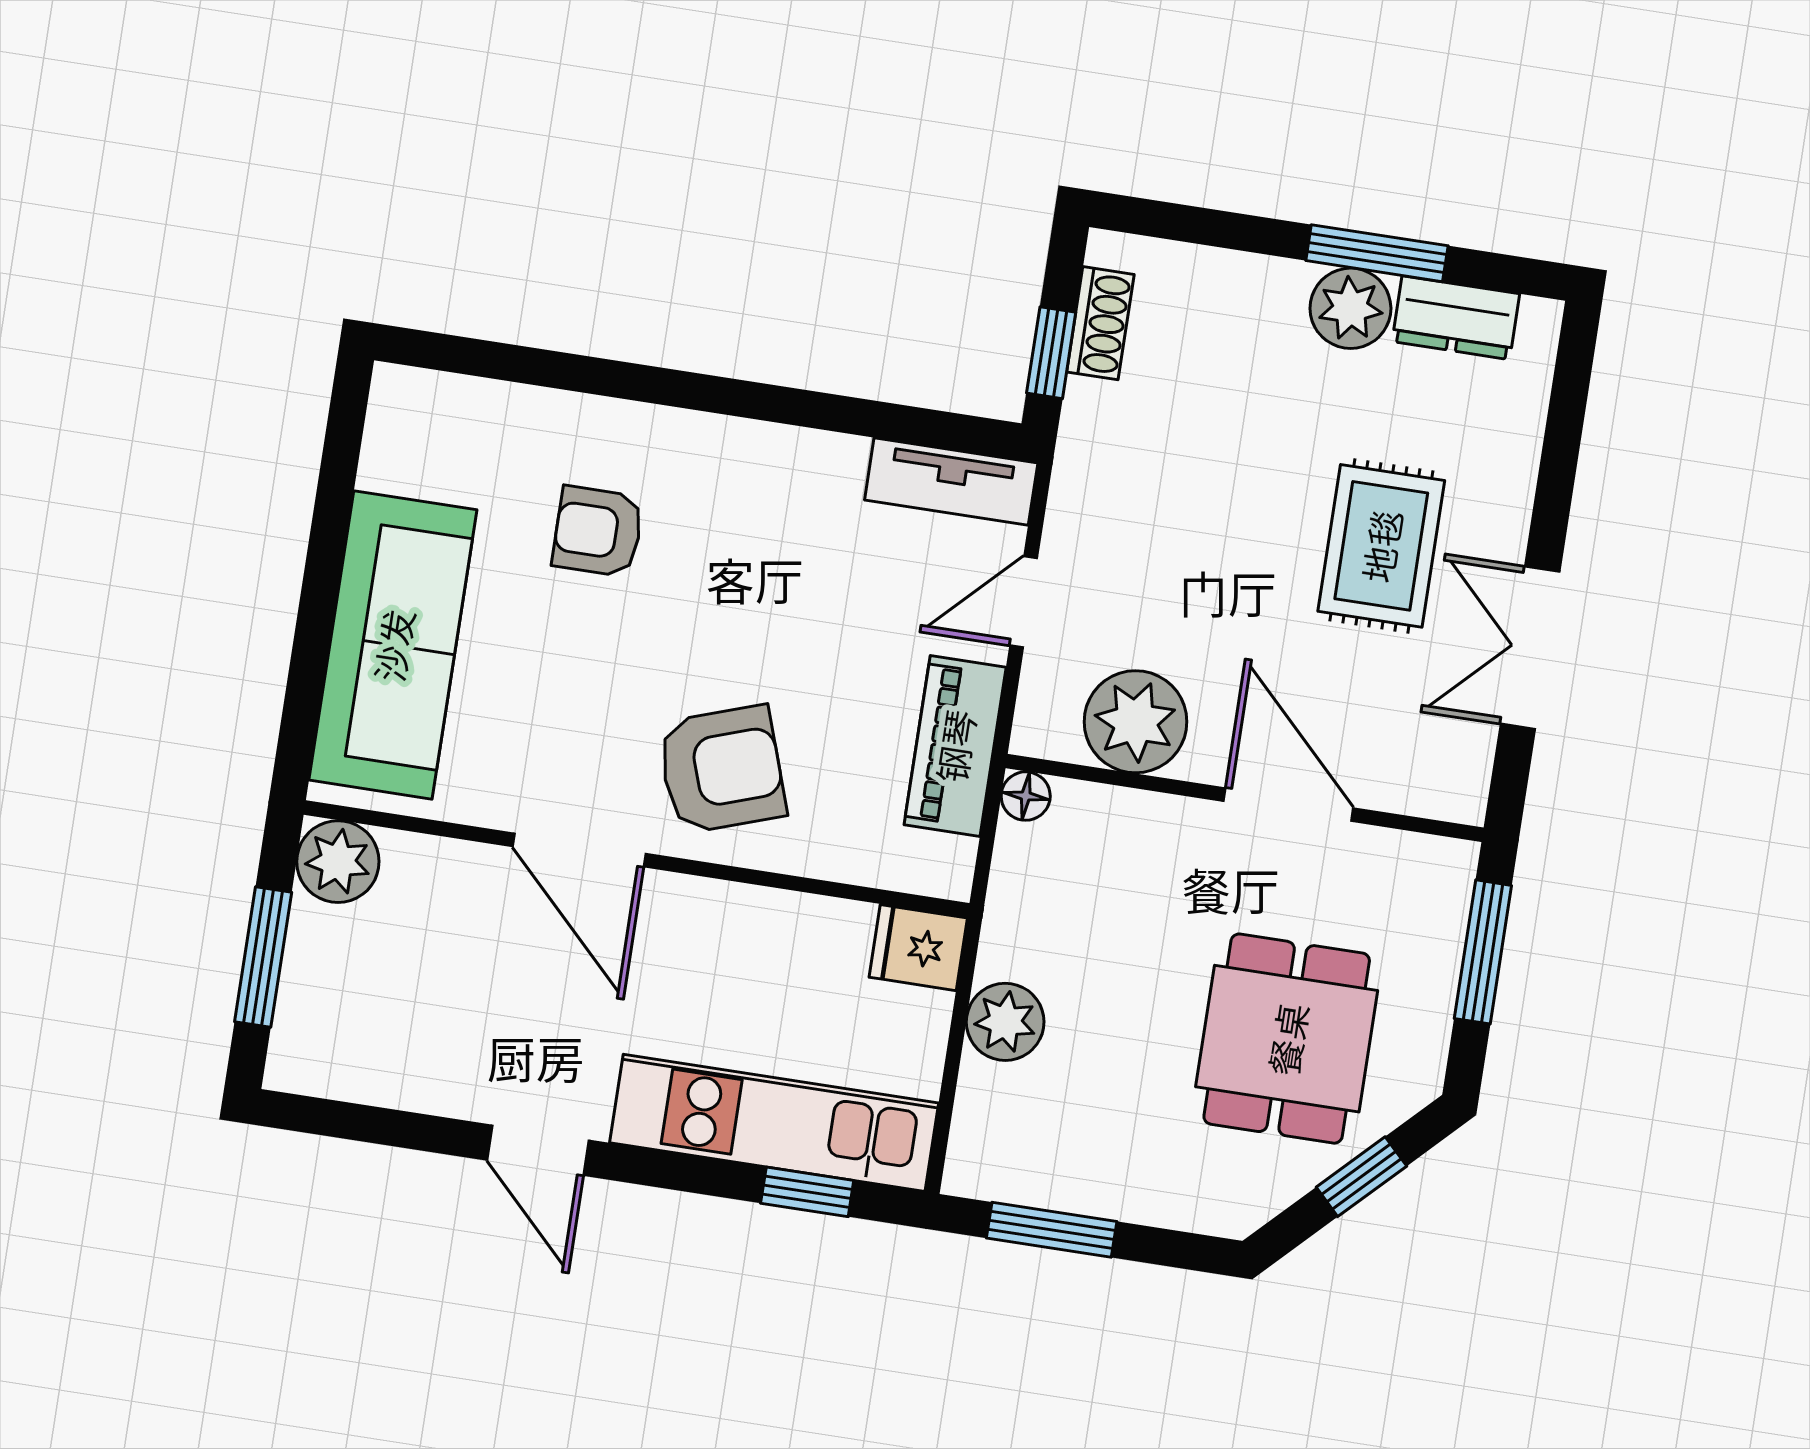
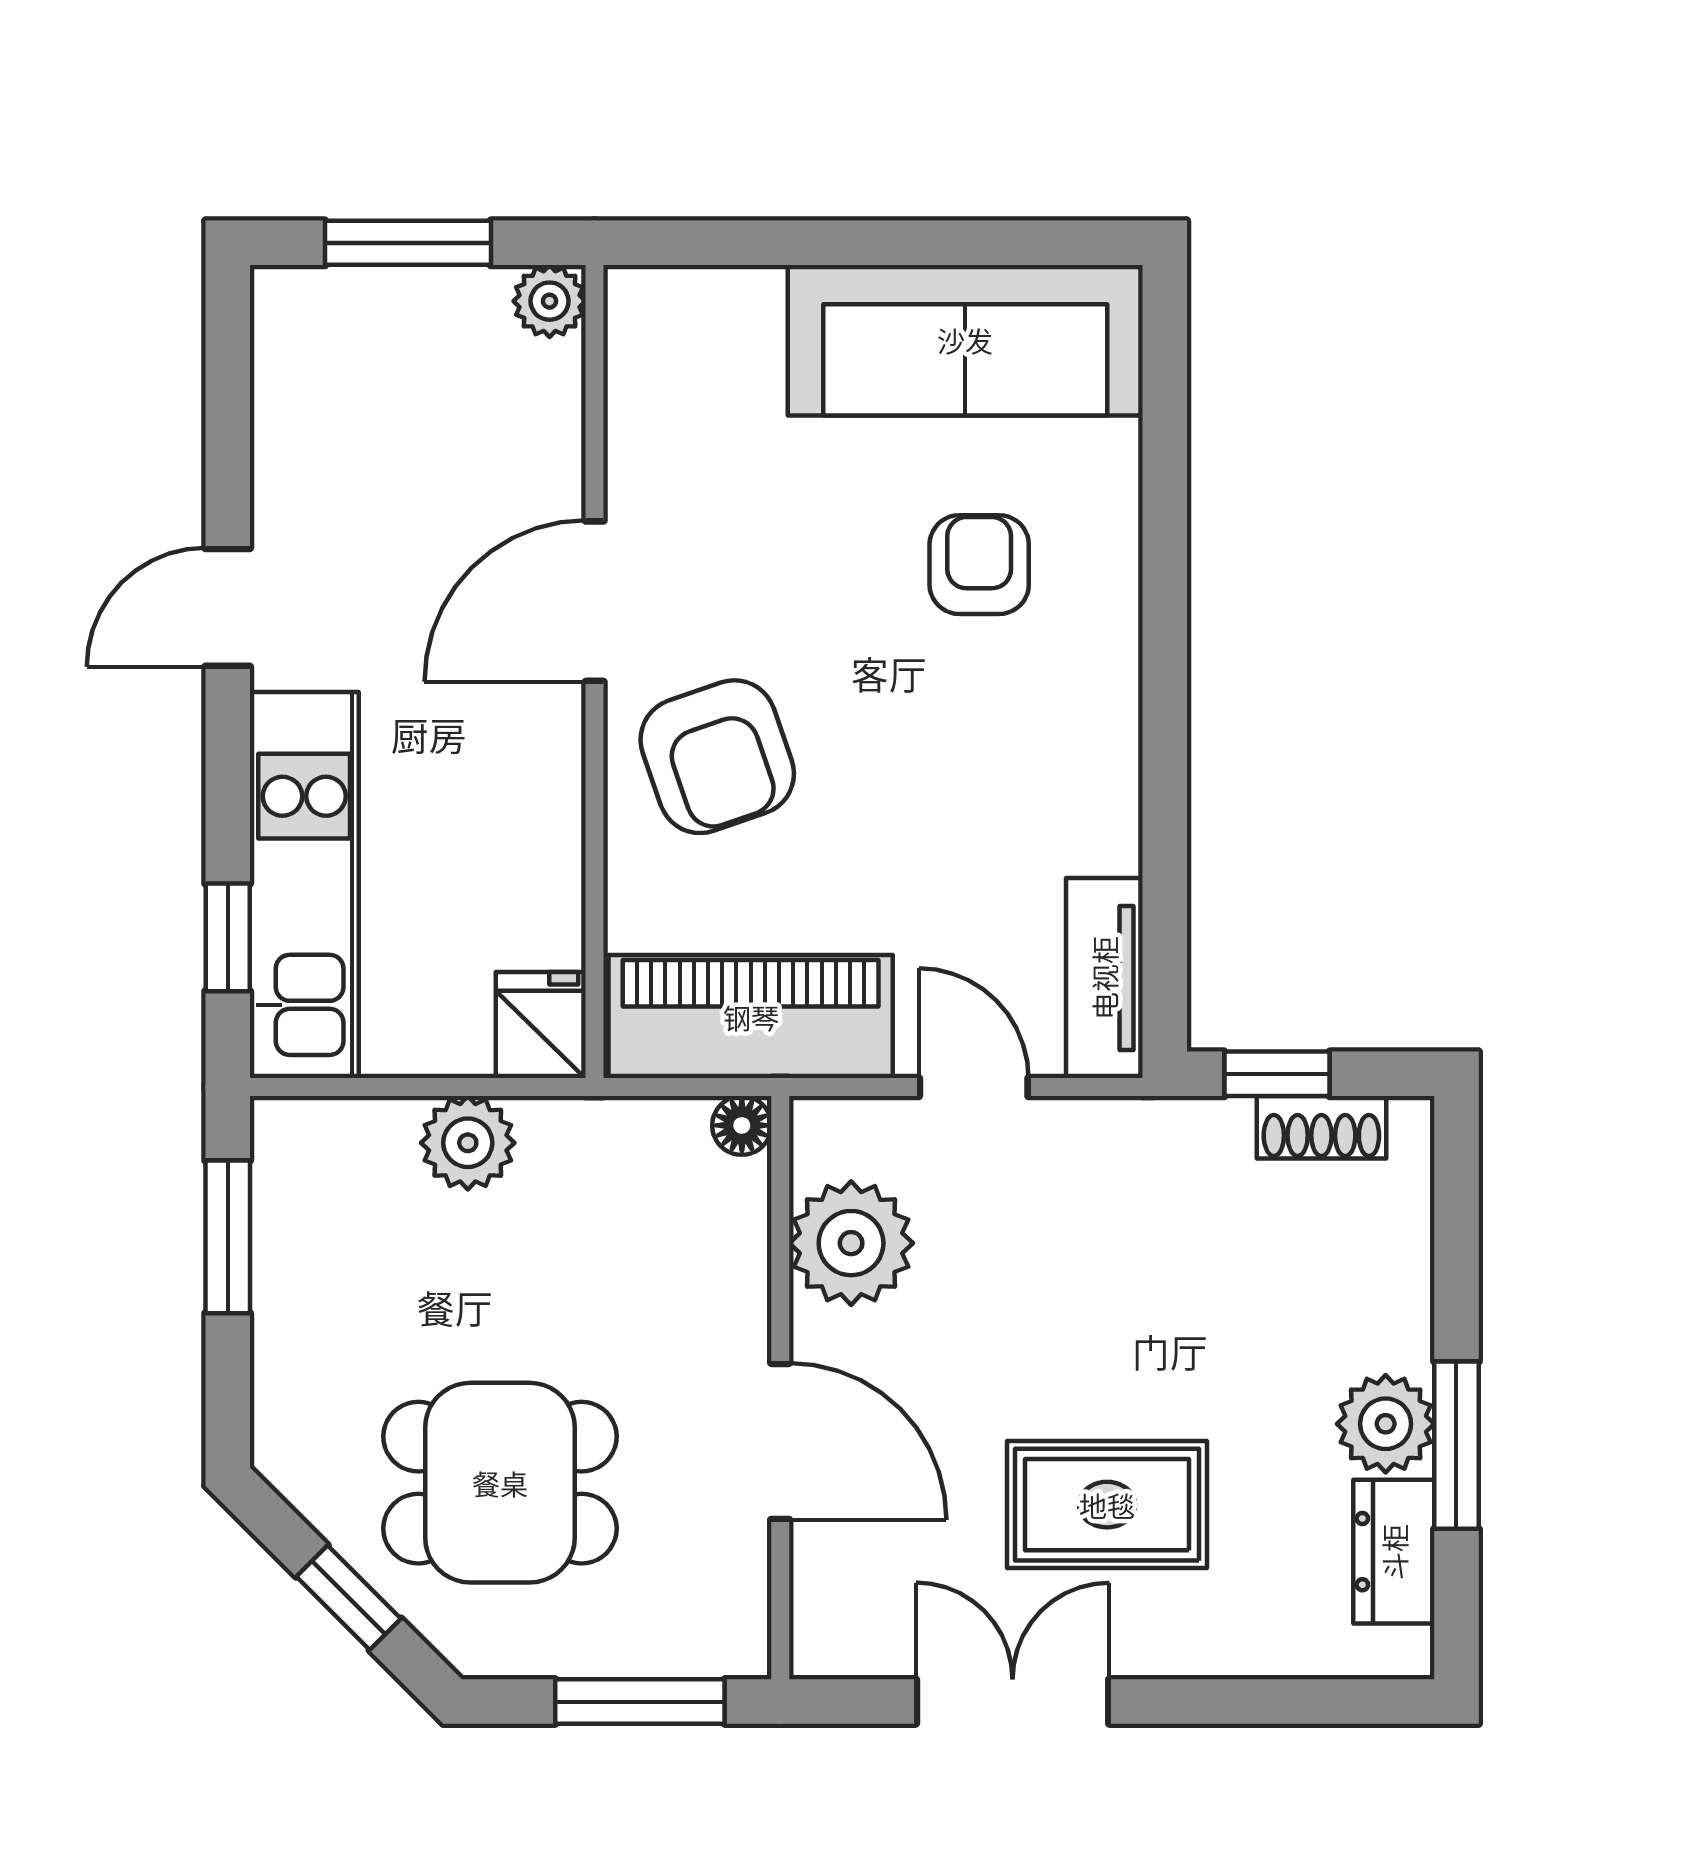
sofa: (393, 645) -> (965, 340), moved
piano: (955, 746) -> (751, 1017), width x1.37, depth x1.33
door: (1288, 805) -> (780, 1441), hinge flipped
plant: (338, 862) -> (550, 301), width x0.73, depth x0.73

